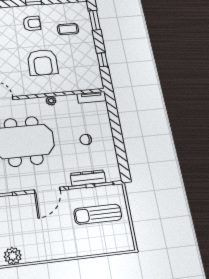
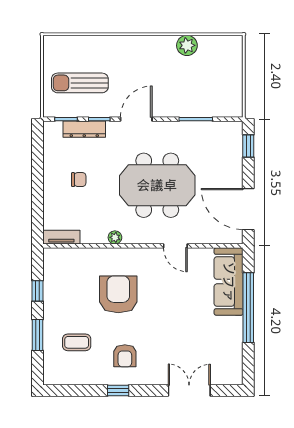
window: (95, 20) -> (38, 335), moved
armchair: (32, 23) -> (125, 356), turned -90
sun lounger: (98, 214) -> (80, 83), turned 180

